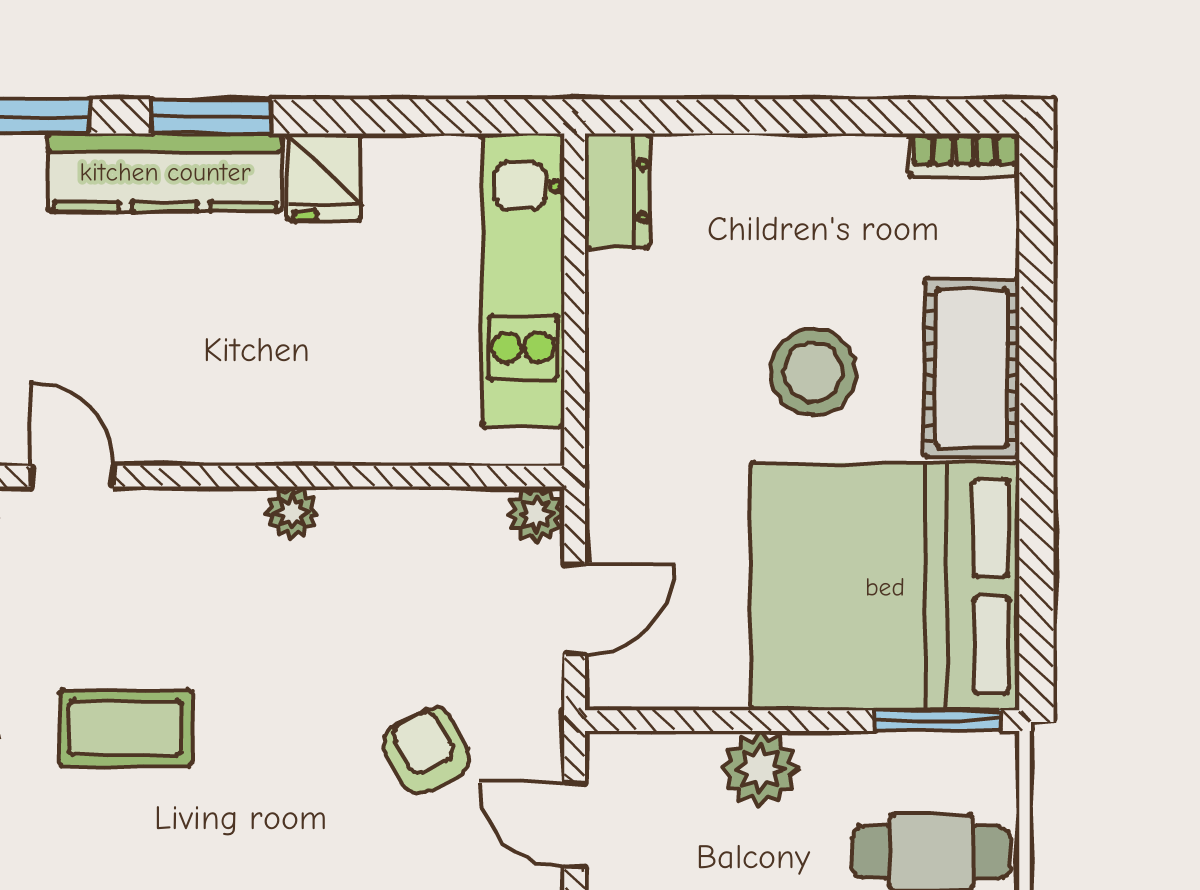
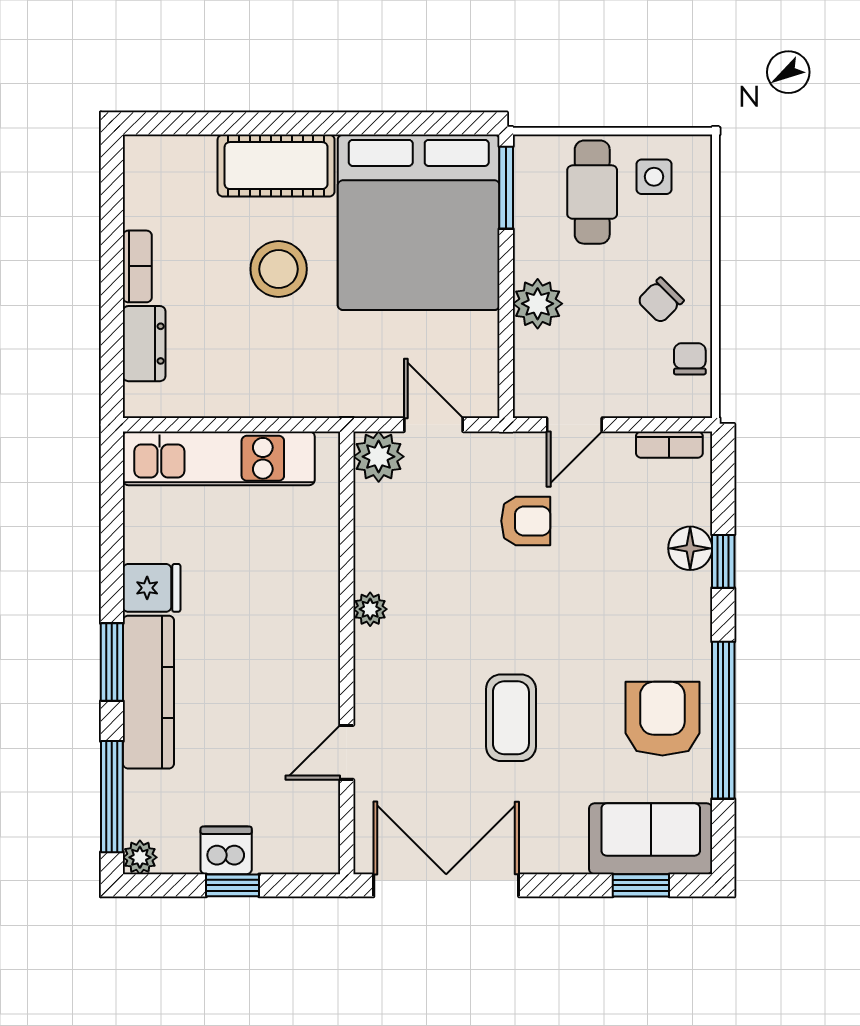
bookcase: (964, 155) -> (137, 266), moved
dresser: (617, 191) -> (144, 344), moved, turned 90
plant: (536, 514) -> (379, 457), width x1.38, depth x1.38
armchair: (427, 751) -> (526, 521), turned -152

